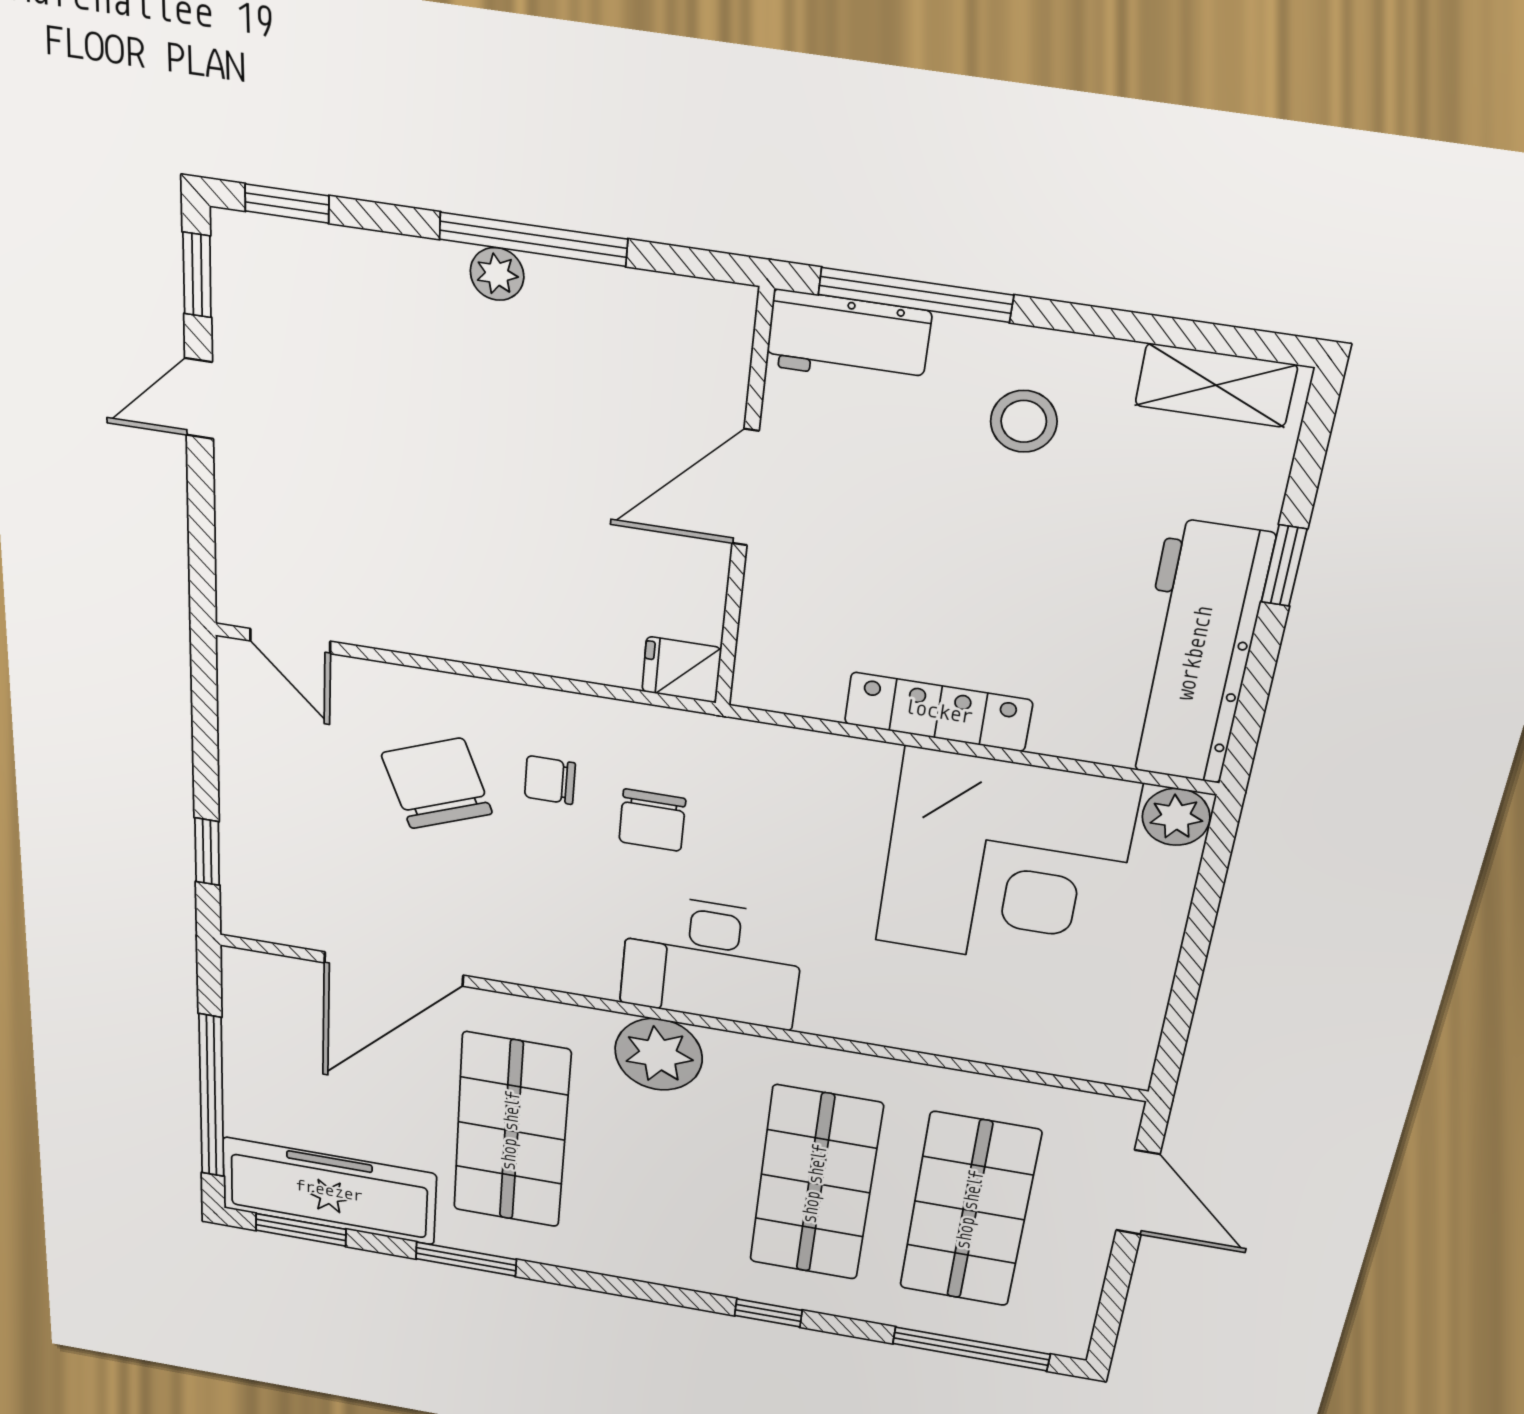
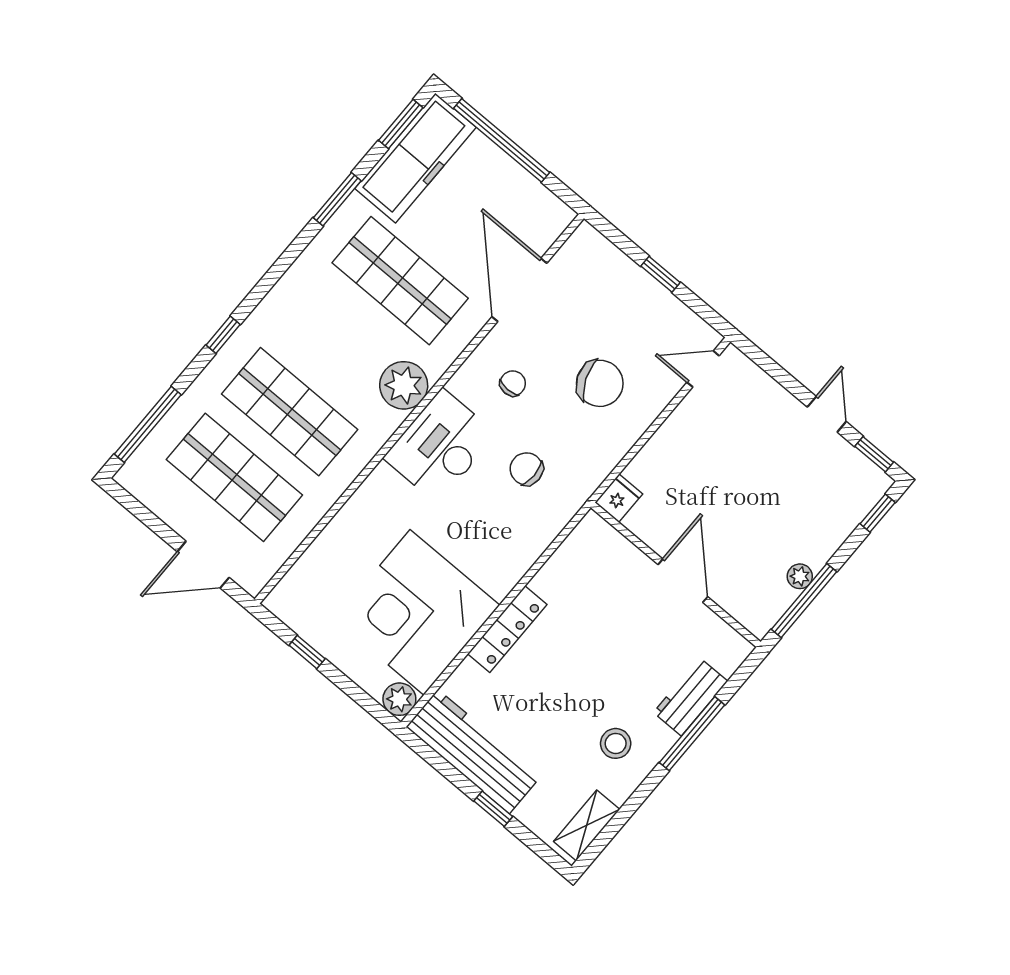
door: (746, 488) -> (683, 581), moved
wall: (744, 506) -> (676, 575), moved
fridge: (682, 670) -> (619, 498), moved
chair: (550, 780) -> (513, 383), moved
window: (207, 852) -> (661, 274), moved
window: (1185, 990) -> (307, 652), added

